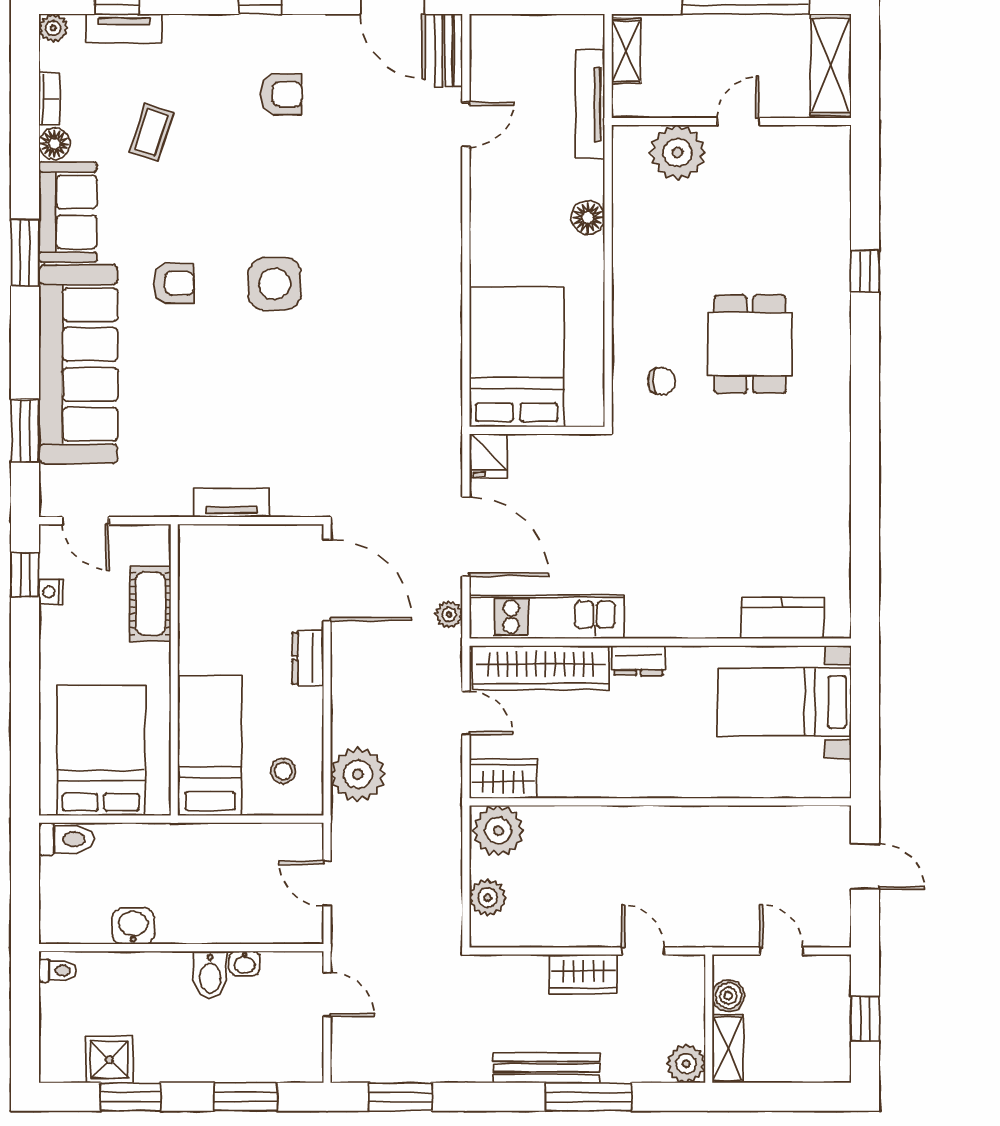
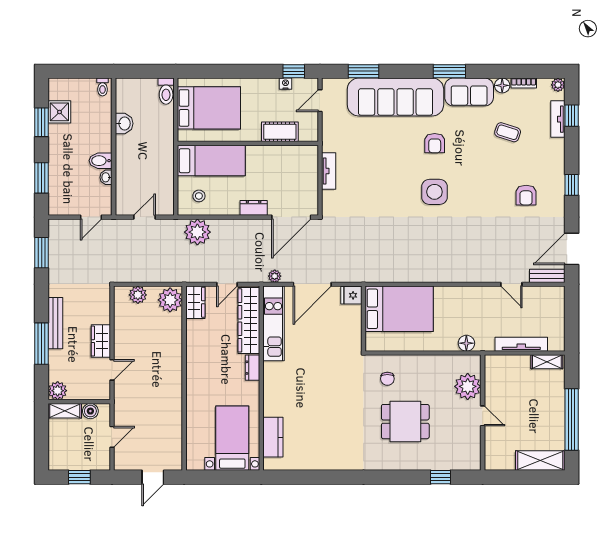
wall: (731, 122) -> (483, 413), moved
door: (738, 122) -> (483, 416), moved
plant: (677, 152) -> (468, 386), moved

